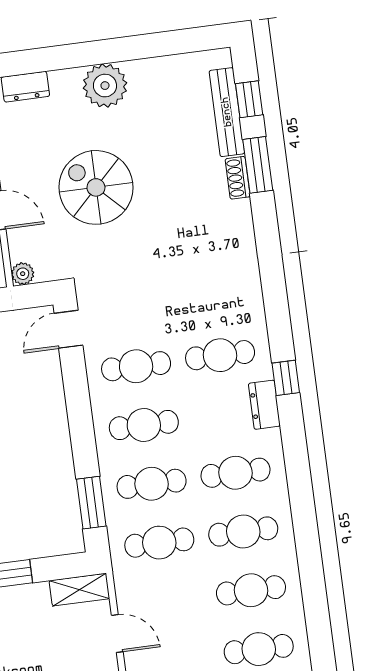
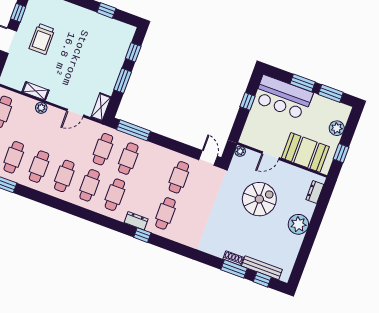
cafe table: (144, 425) -> (154, 168), removed
window: (91, 503) -> (133, 130), width x1.44

